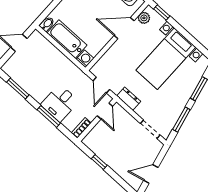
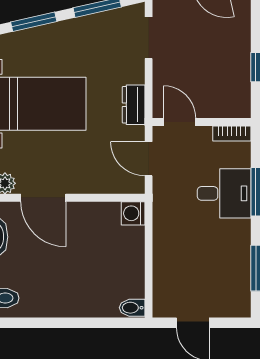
bathtub: (67, 39) -> (128, 262), removed
door: (101, 85) -> (149, 159), swing flipped
door: (105, 111) -> (180, 122), hinge flipped

